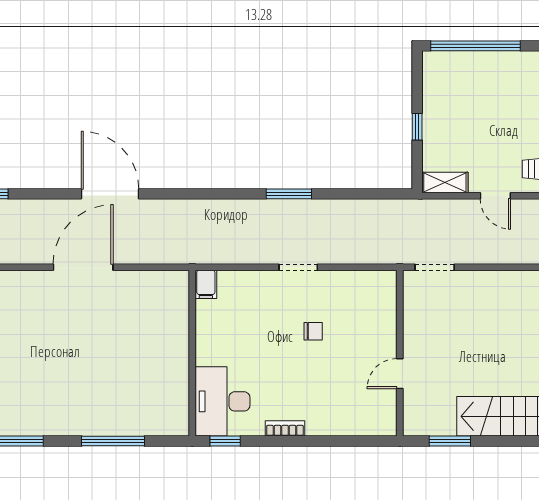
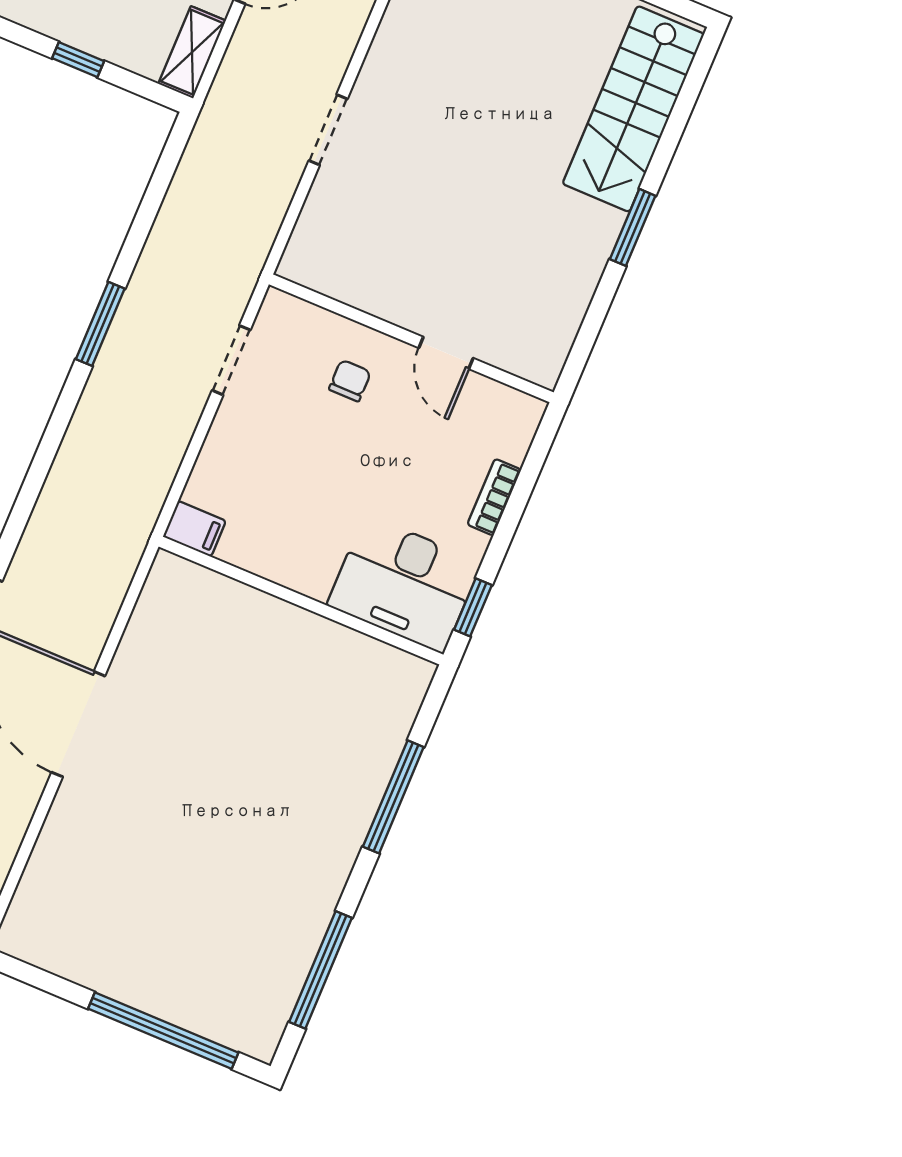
wall: (400, 353) -> (411, 338), moved
door: (400, 374) -> (446, 353), moved

